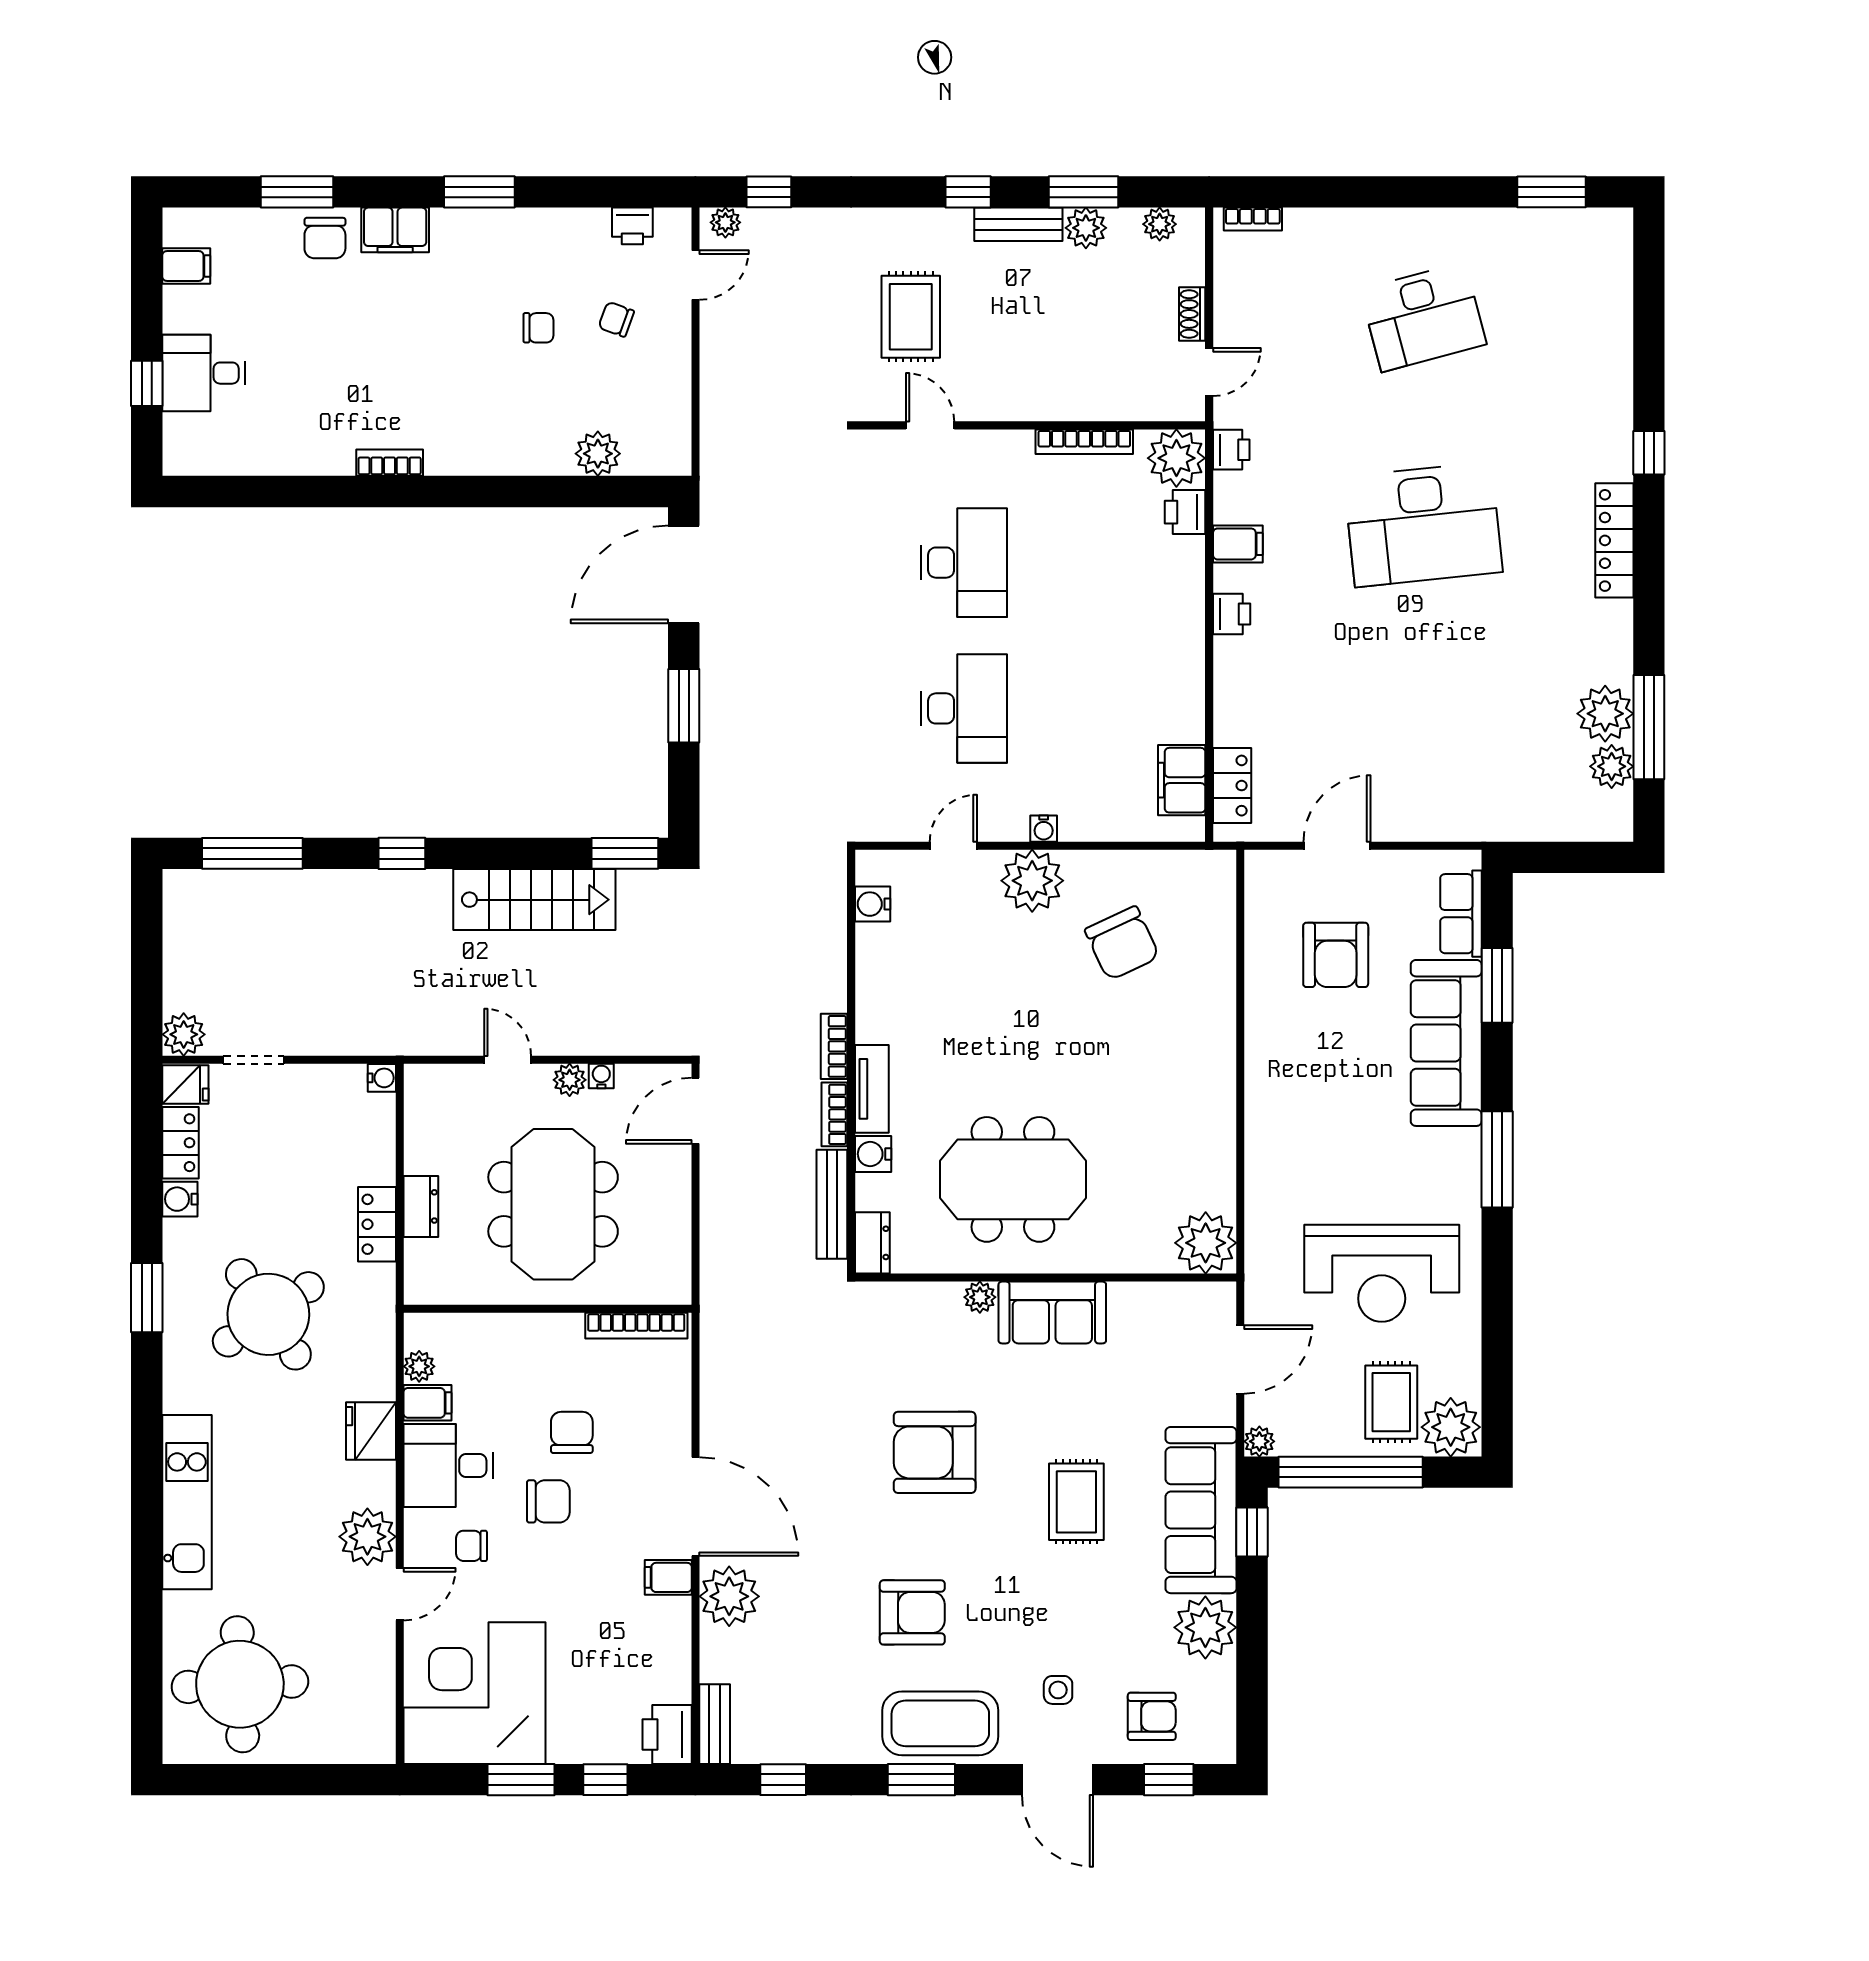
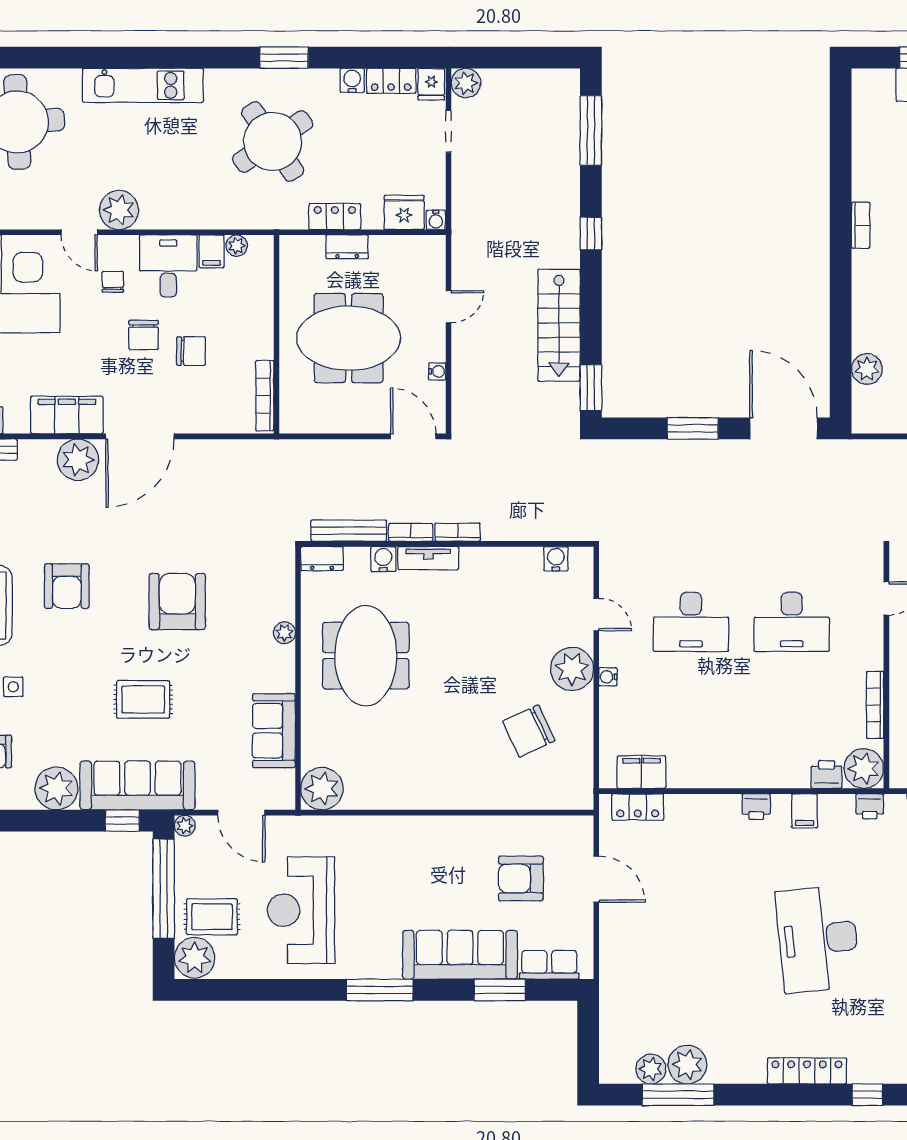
plant: (570, 1080) -> (435, 349), removed
sofa: (1052, 1313) -> (274, 731), moved
fridge: (371, 1431) -> (404, 212), moved
filing cabinet: (668, 1577) -> (67, 415), width x3.00, depth x1.17

